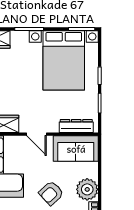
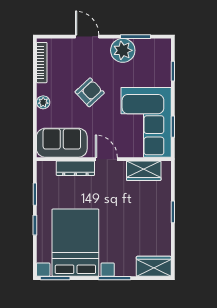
dresser: (76, 126) -> (75, 168), moved
plant: (87, 189) -> (43, 102), width x0.53, depth x0.53

